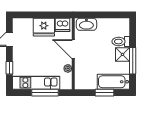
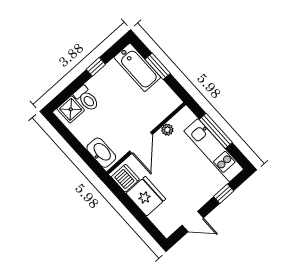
shower: (123, 54) -> (71, 109), moved
window: (133, 61) -> (96, 67), width x0.46

